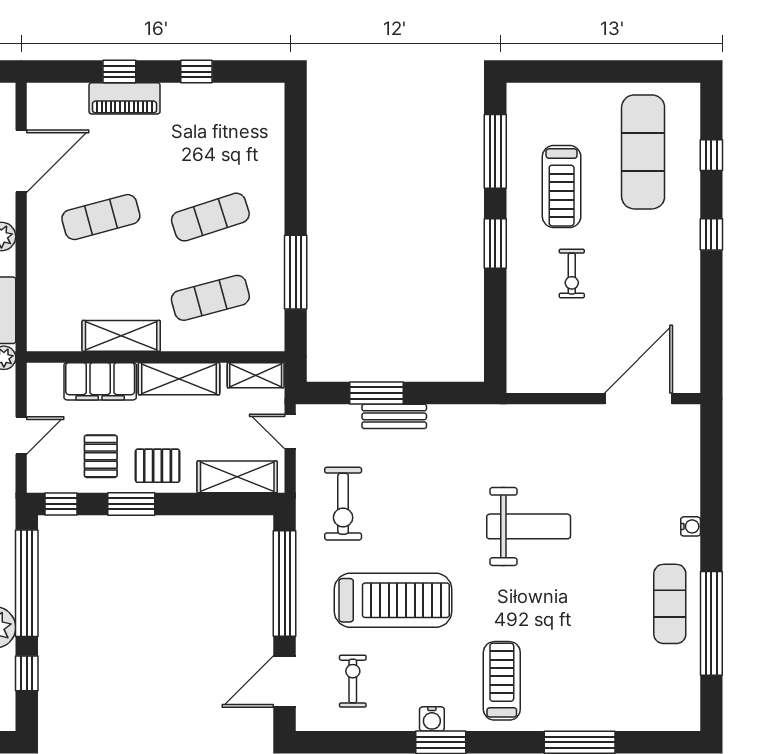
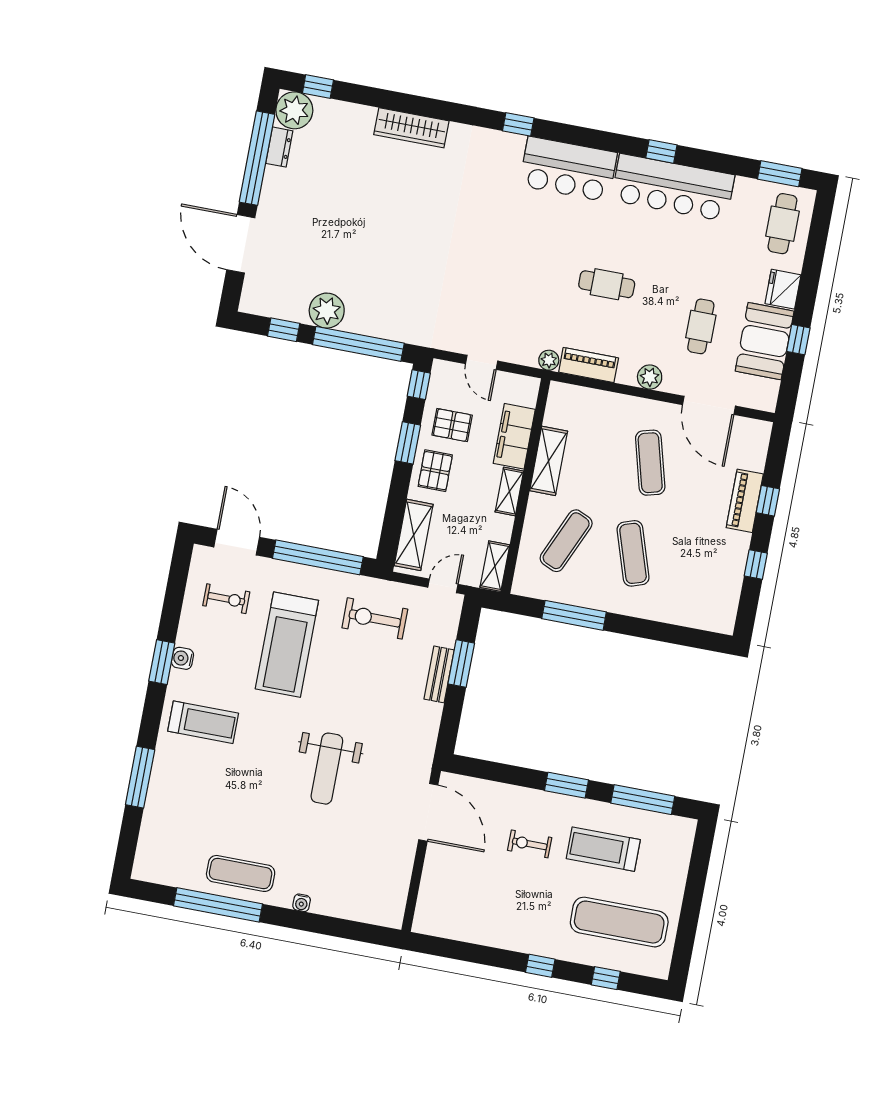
exercise mat: (210, 298) -> (566, 541), turned 39
shelving: (179, 379) -> (509, 492), width x0.67, depth x0.75
door: (639, 399) -> (428, 812), moved

